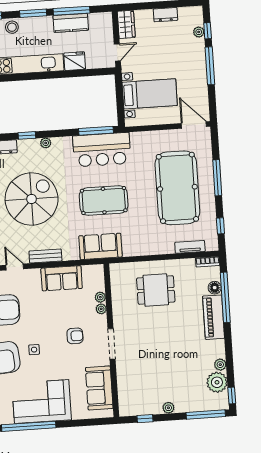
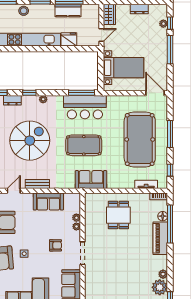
sofa: (100, 246) -> (91, 180), moved
door: (15, 267) -> (14, 191), hinge flipped
dining table: (156, 290) -> (118, 215), turned 90

